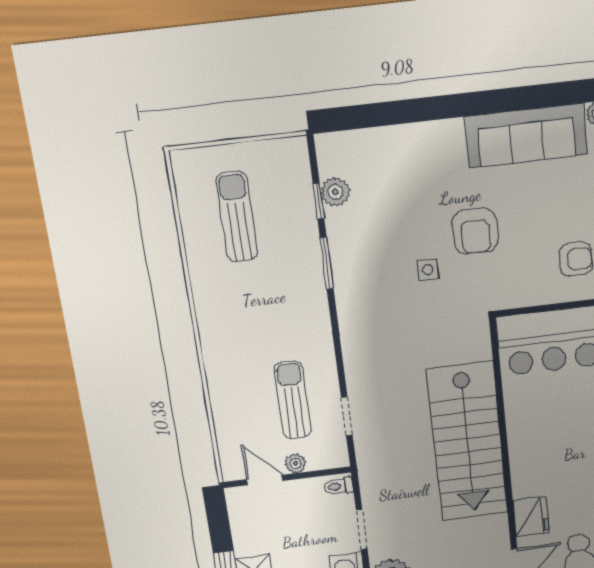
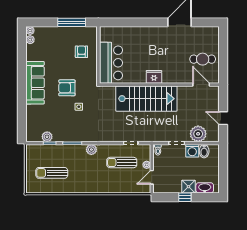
sofa: (526, 136) -> (35, 83), moved
armchair: (475, 231) -> (67, 88), turned 180
plant: (316, 317) -> (91, 150), added
fridge: (531, 517) -> (154, 77), moved

